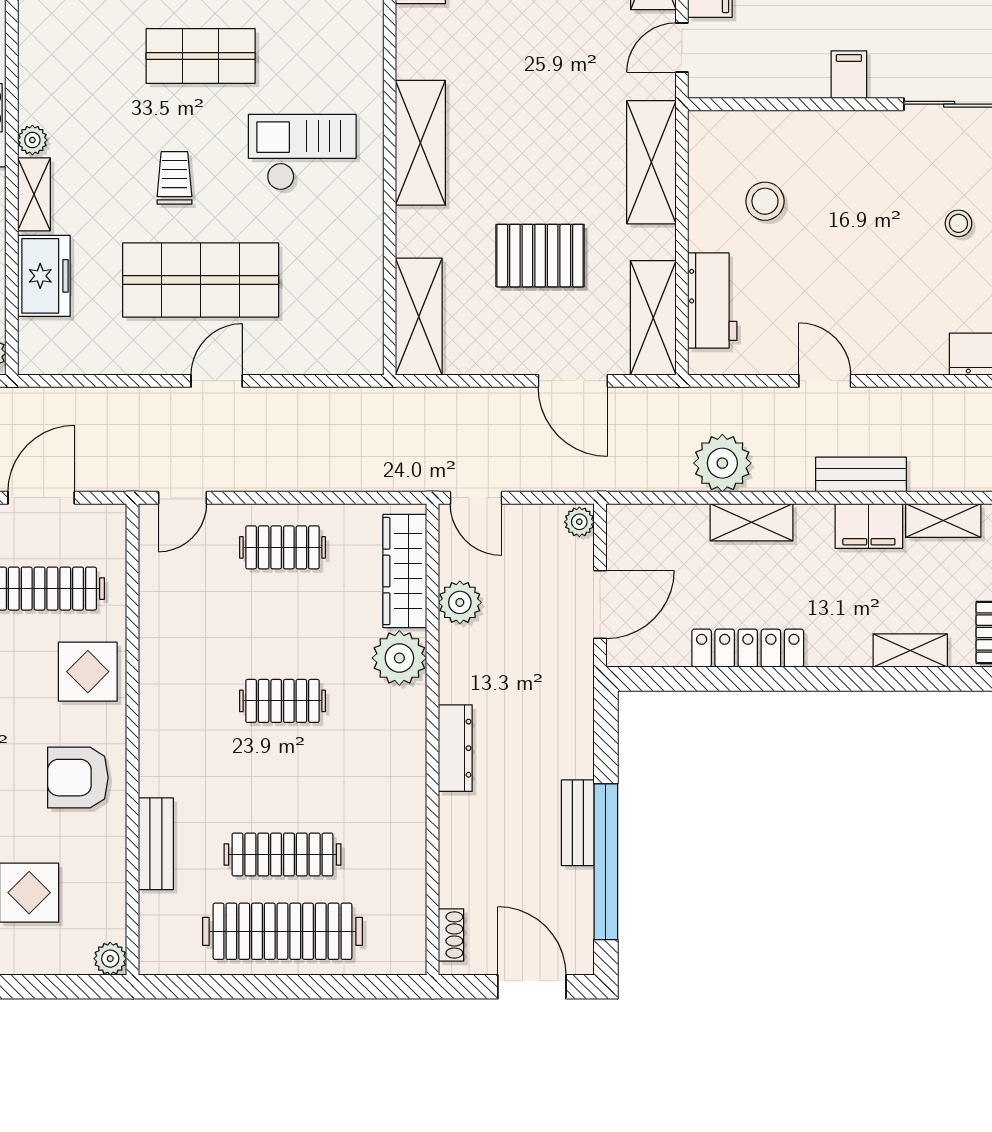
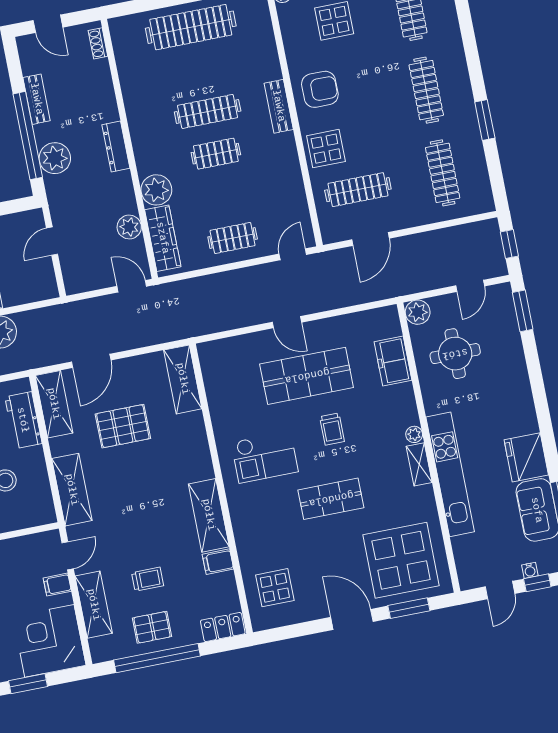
shelving: (420, 143) -> (209, 515), moved
shelving: (34, 194) -> (419, 464), moved
door: (217, 381) -> (287, 322), hinge flipped
door: (573, 381) -> (91, 361), swing flipped
plant: (579, 522) -> (55, 158), moved, width x1.88, depth x1.88
door: (600, 604) -> (52, 241), width x0.73
bench: (578, 823) -> (37, 99), moved
bench: (156, 844) -> (279, 106), moved
clothes rail: (282, 855) -> (208, 111), moved
window: (606, 862) -> (28, 136), moved
door: (532, 987) -> (48, 24), width x0.73

